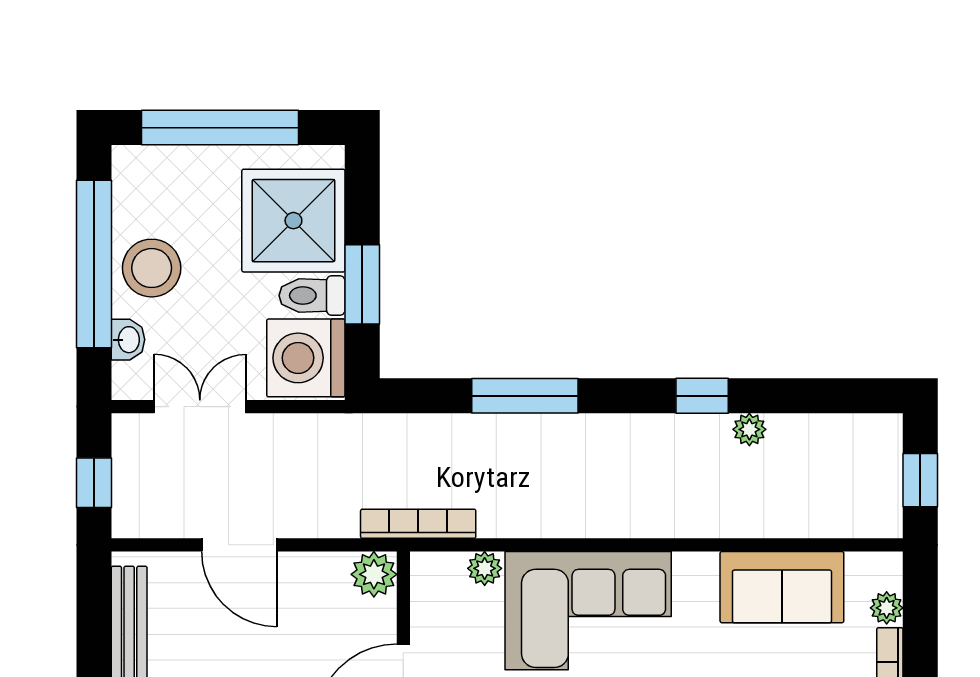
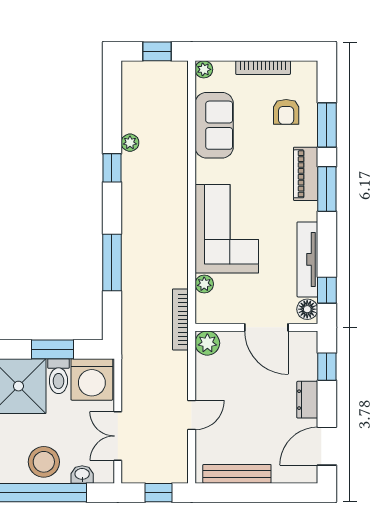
door: (239, 545) -> (192, 415), width x0.73
plant: (887, 608) -> (204, 69), moved

